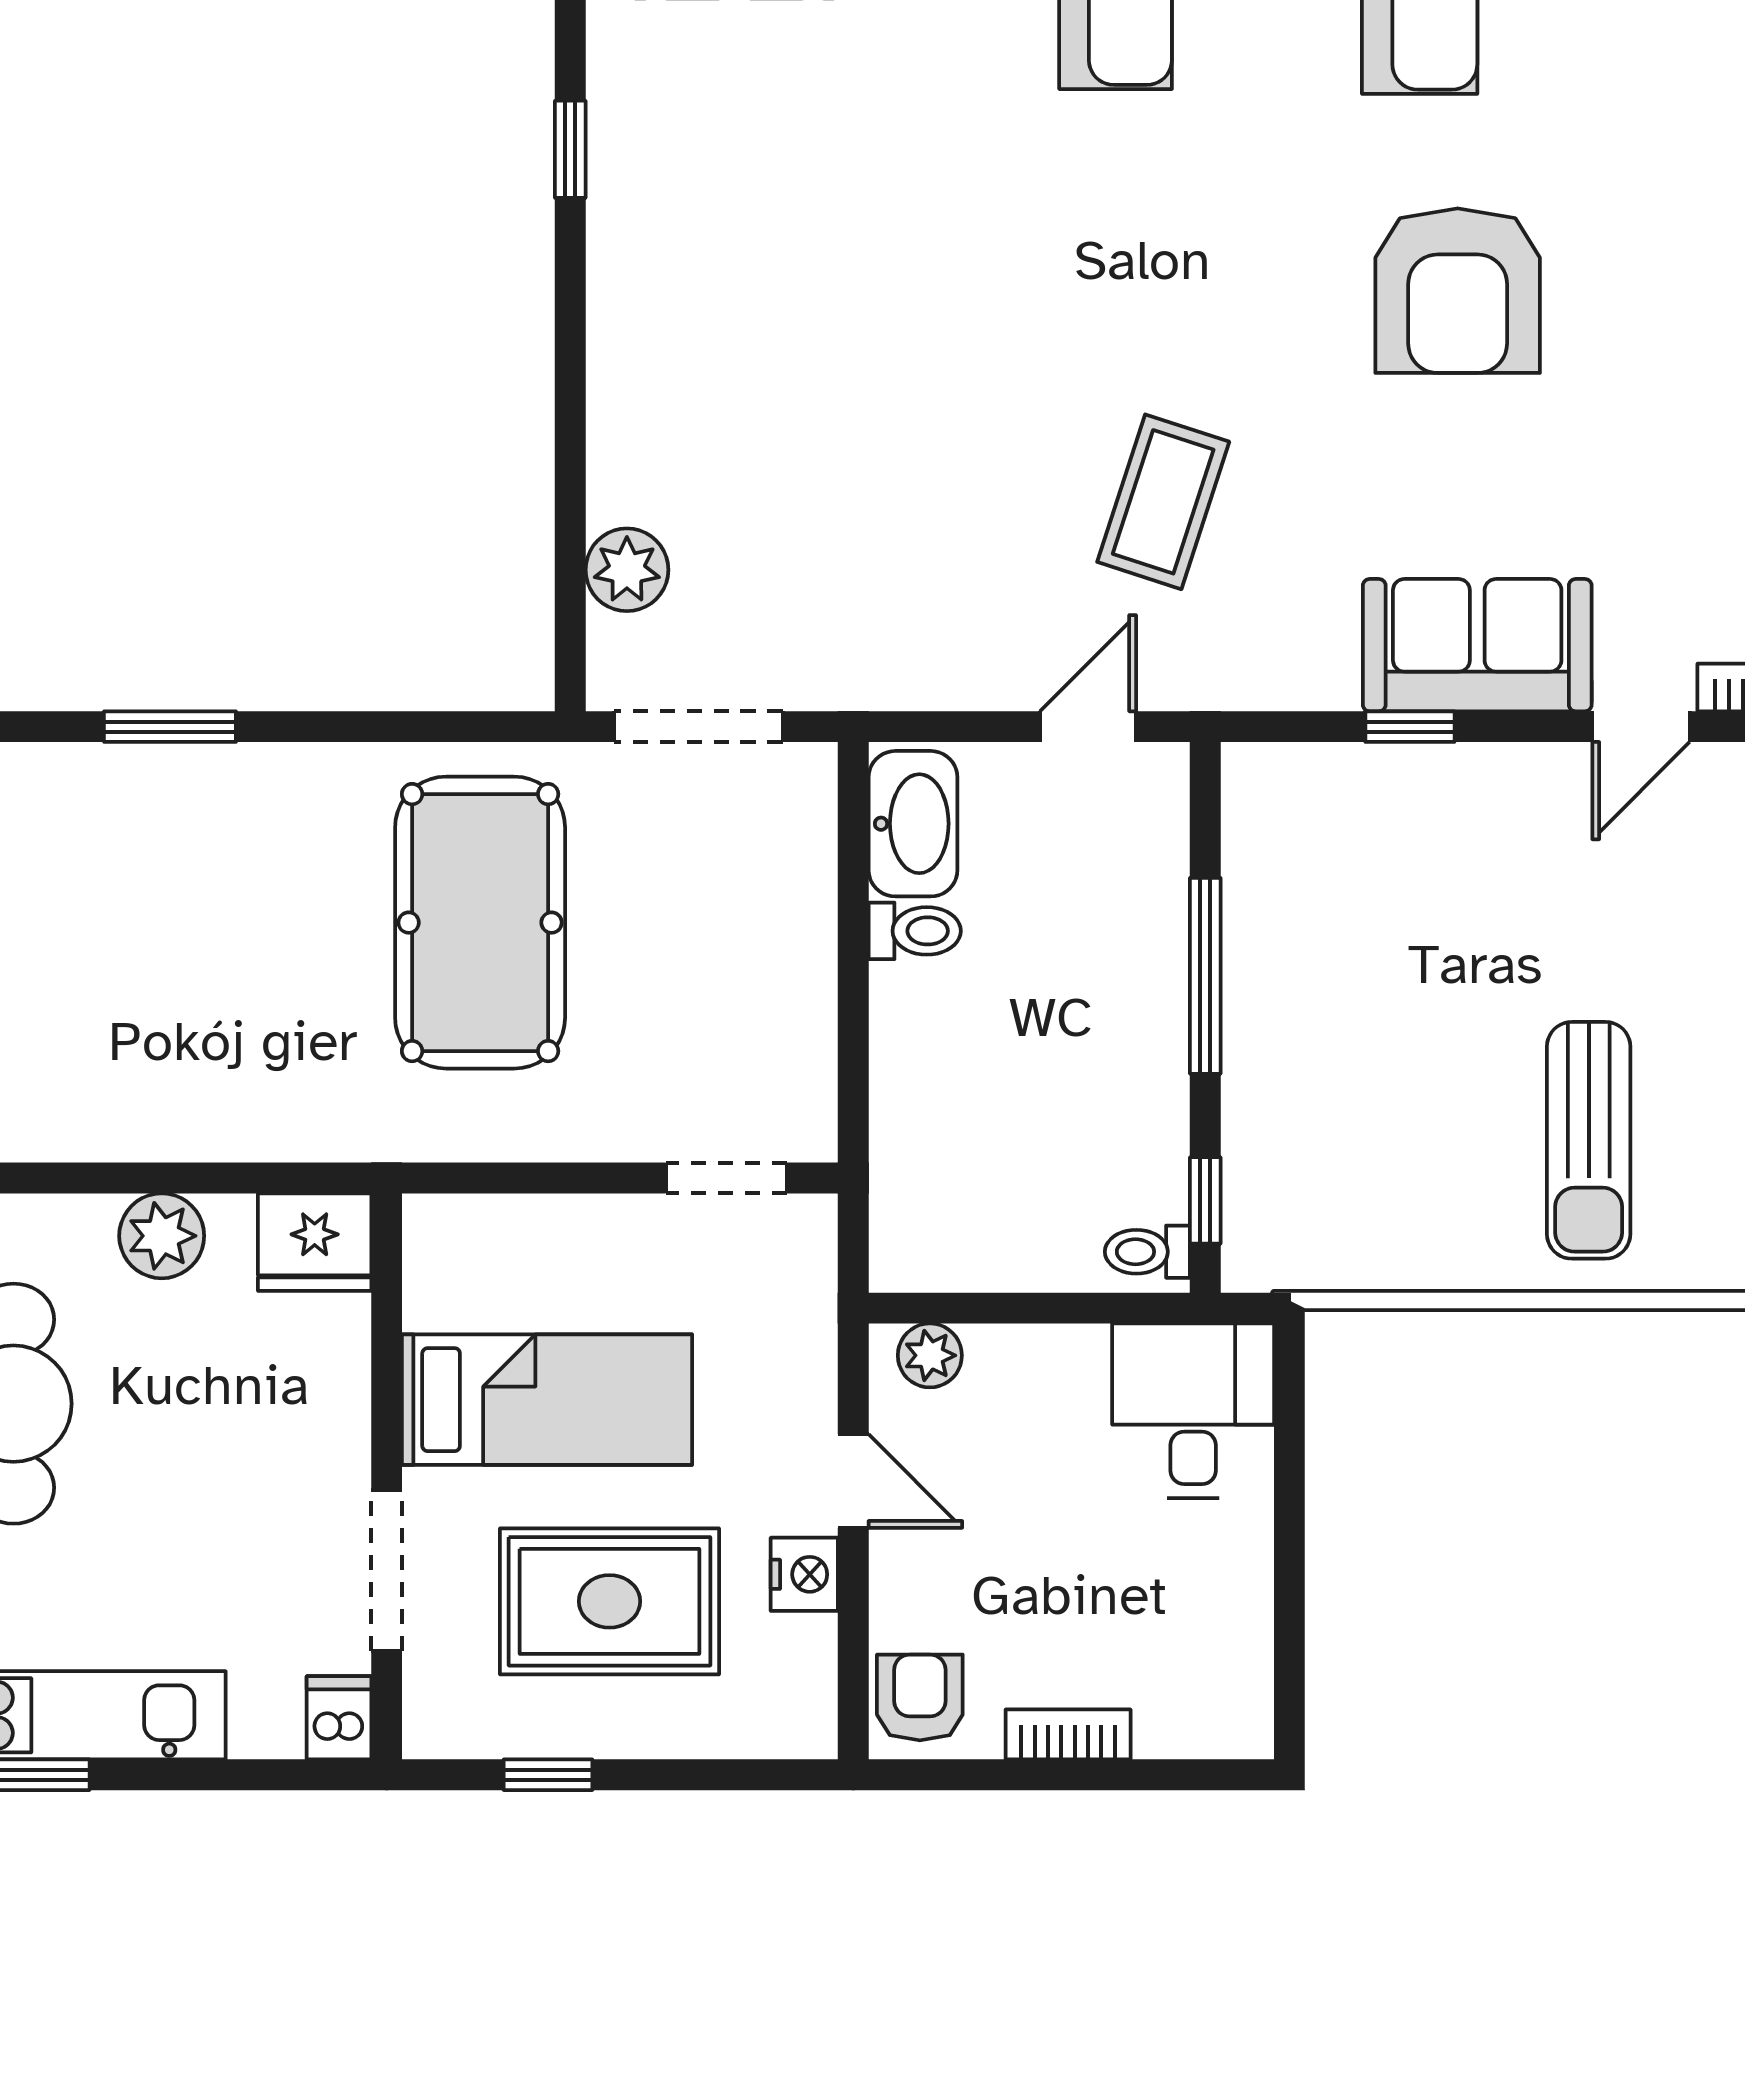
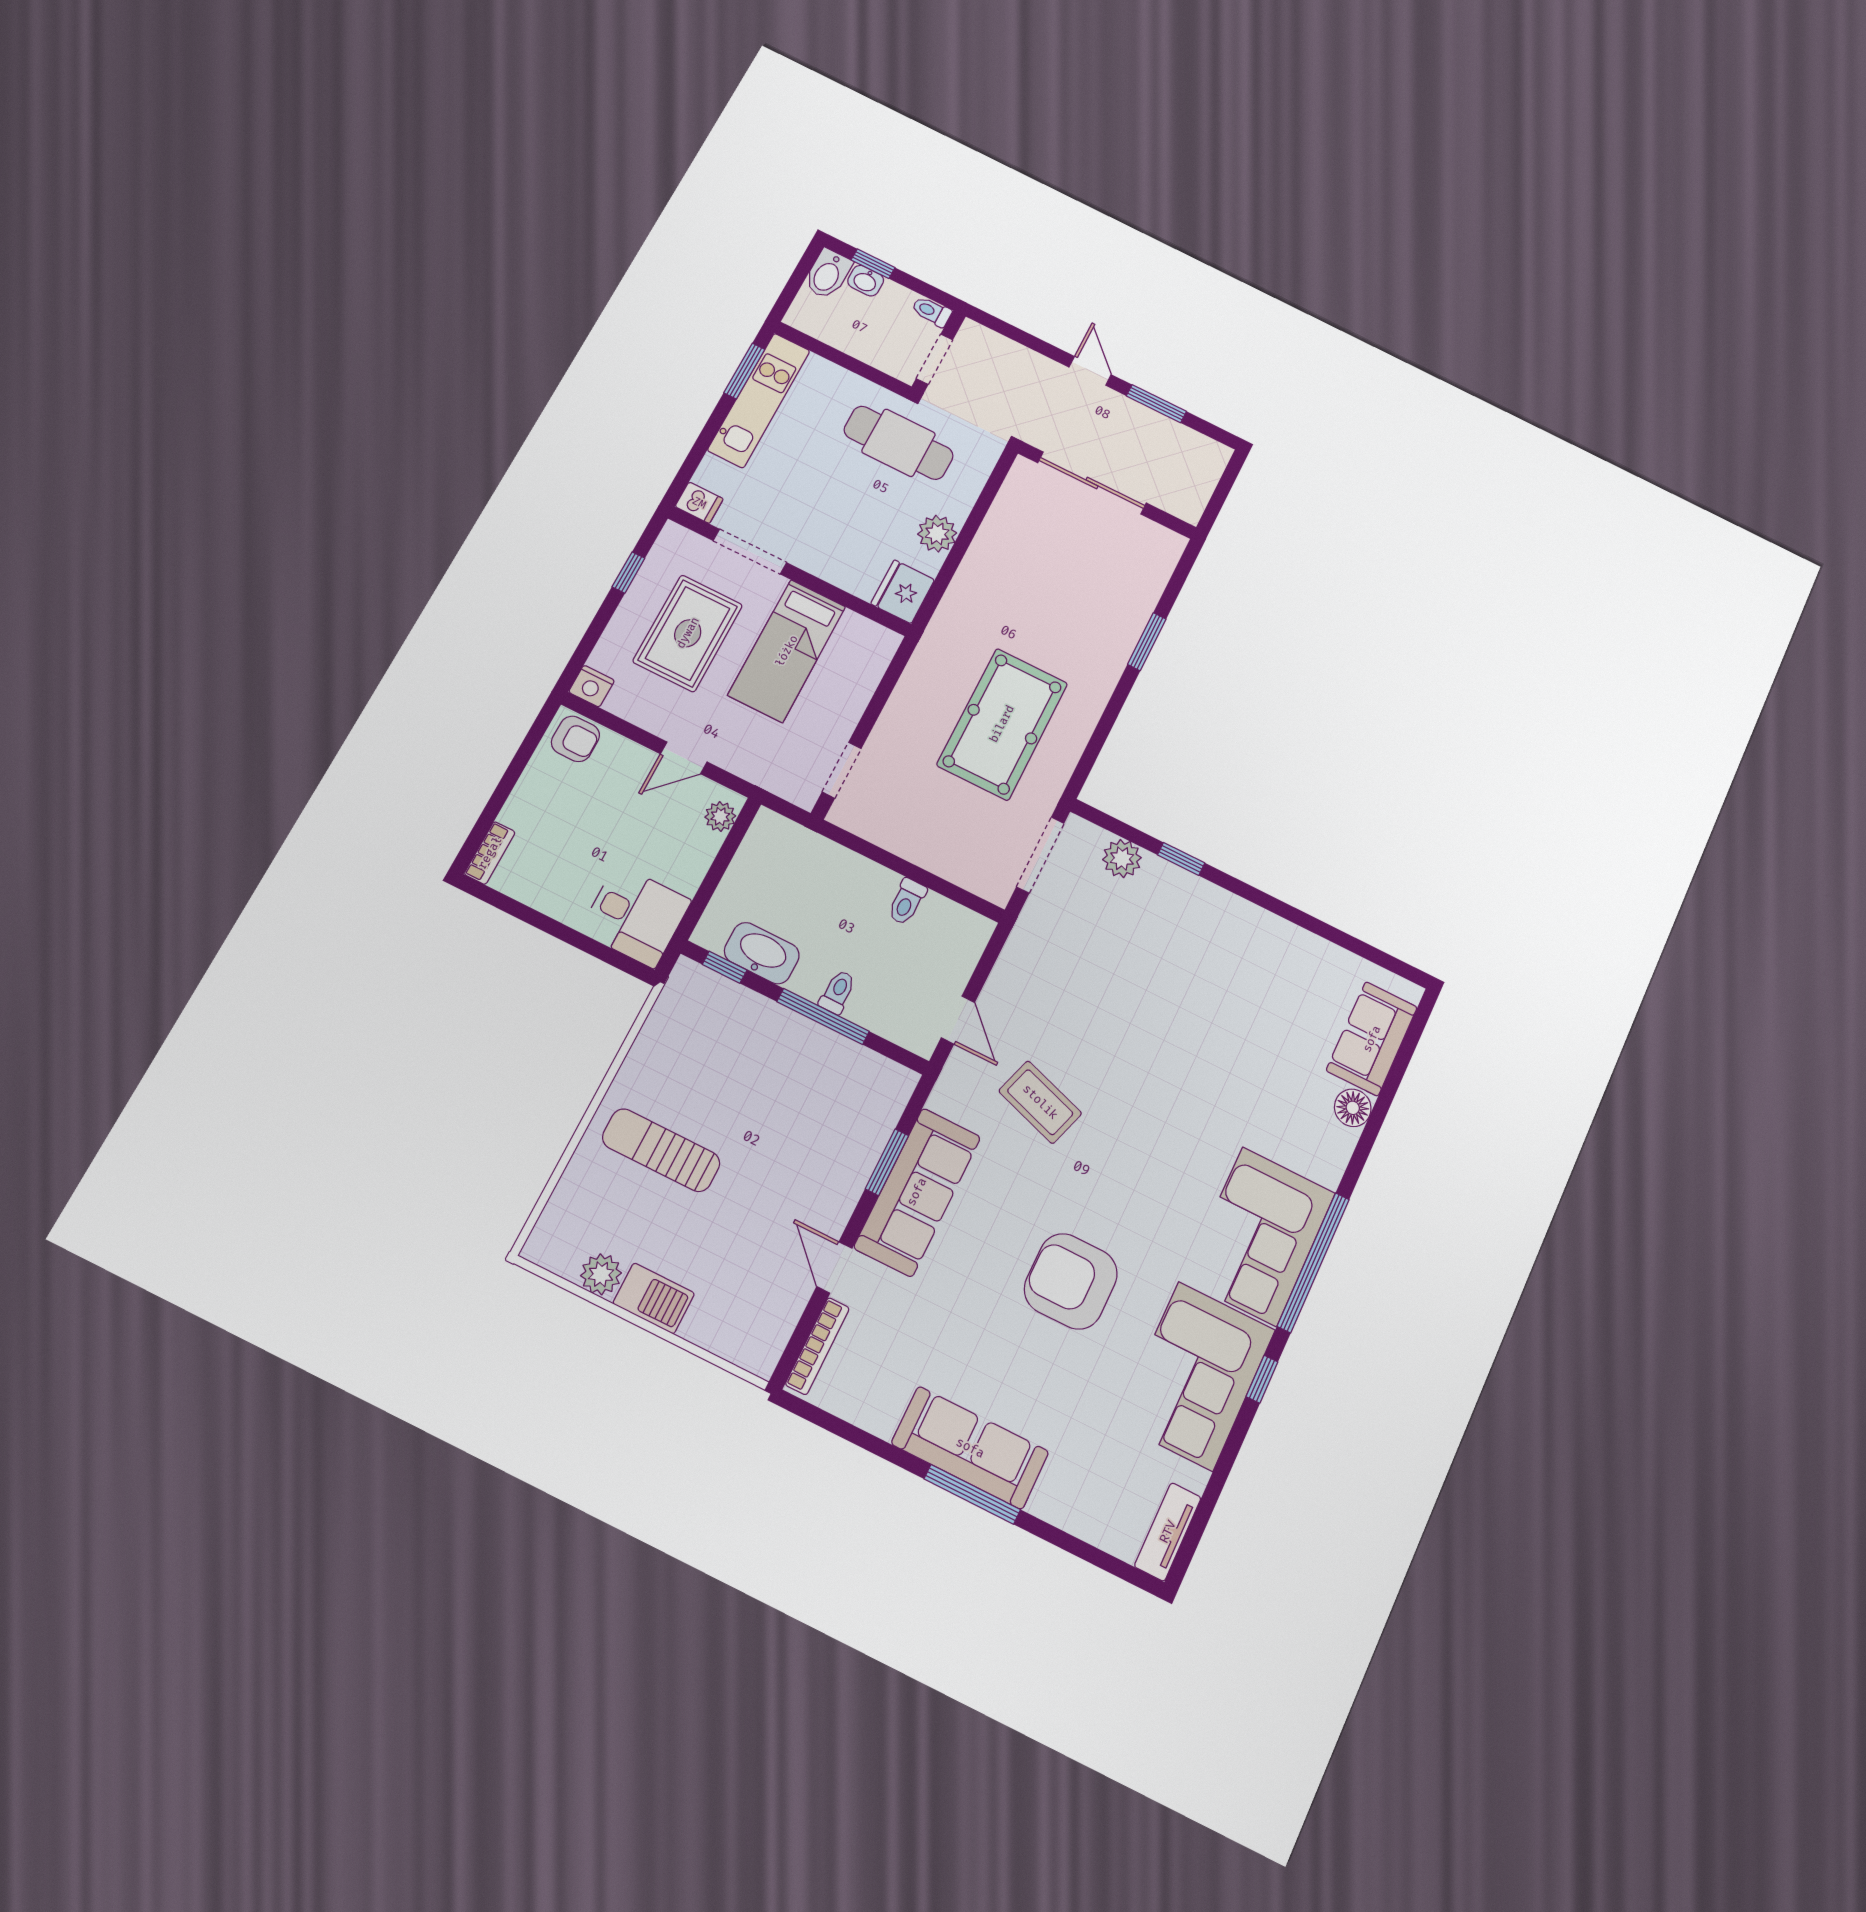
window: (570, 149) -> (1181, 859), moved
sofa: (1477, 645) -> (917, 1192), width x1.36
window: (1410, 727) -> (887, 1162), width x1.50
washbasin: (913, 824) -> (762, 953), moved, turned 180
pool table: (480, 923) -> (1002, 724), turned 90
toilet: (1147, 1252) -> (838, 992), moved
nightstand: (804, 1574) -> (592, 686), moved
bookcase: (1068, 1734) -> (490, 853), moved

